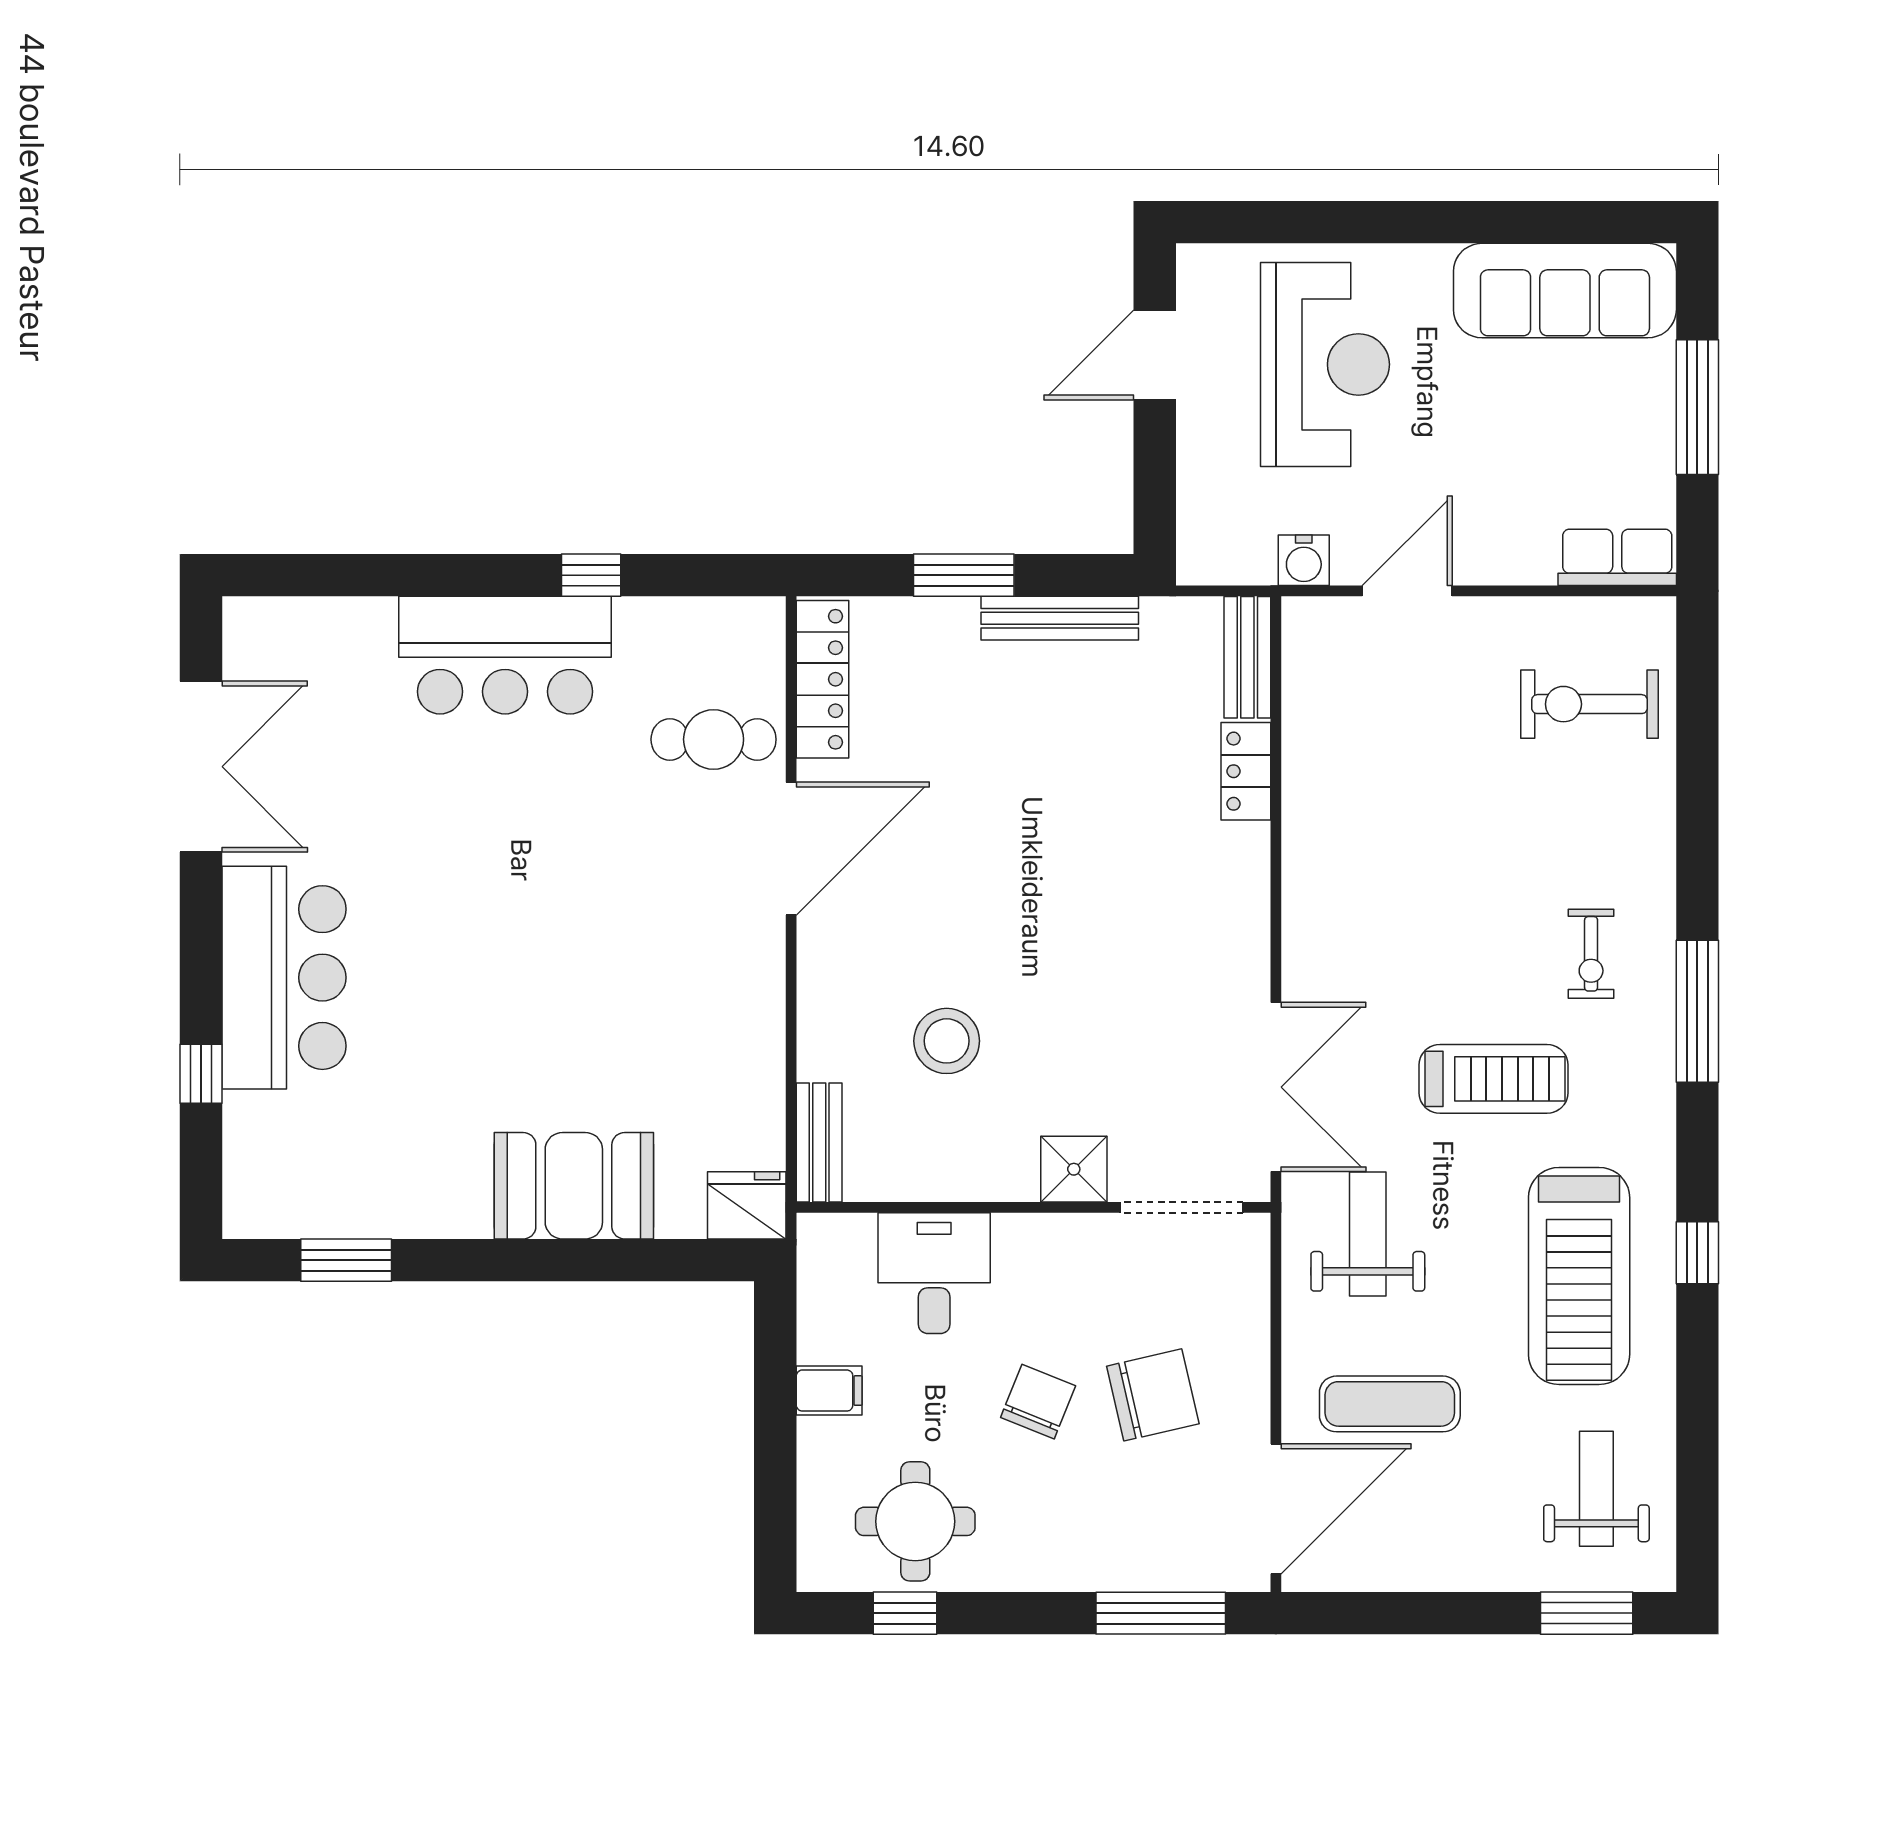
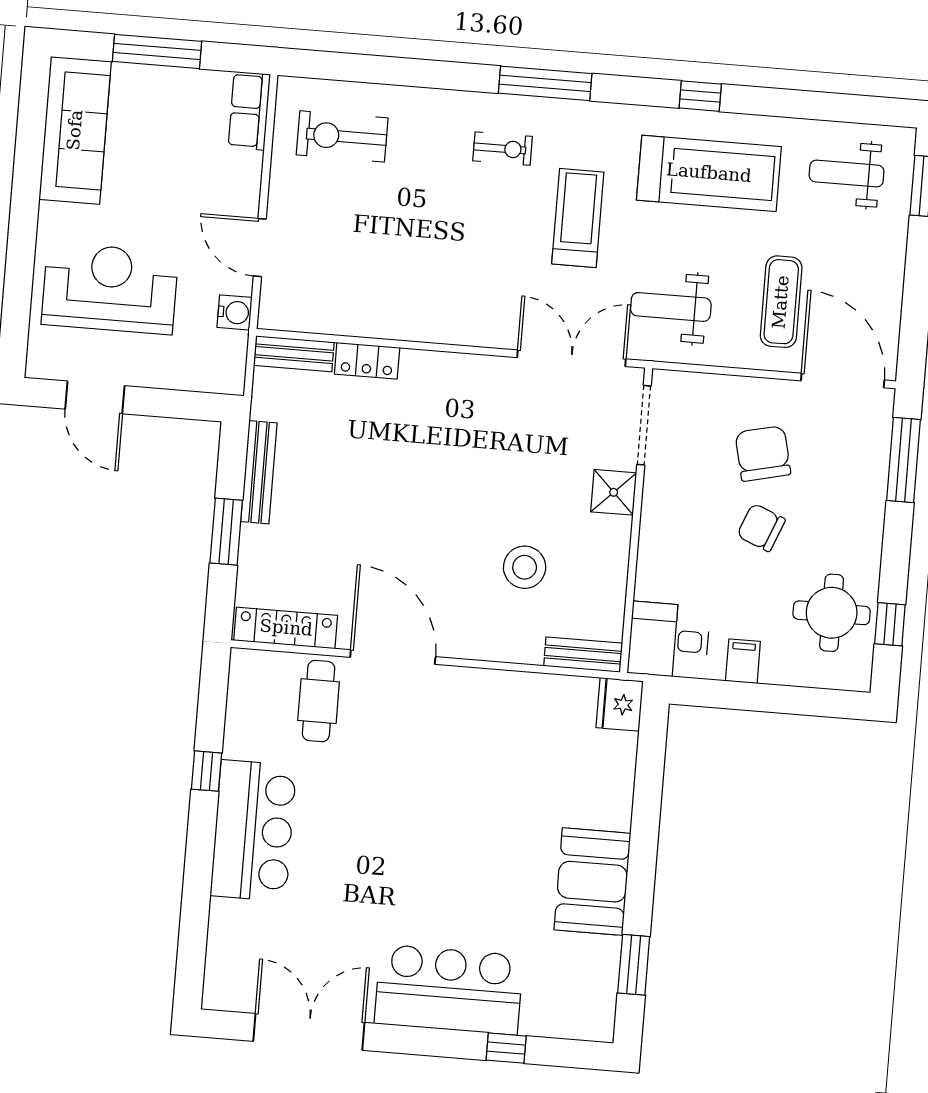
exercise bike: (1590, 704) -> (342, 136), turned 90
booth: (574, 1186) -> (592, 882), moved
desk: (934, 1273) -> (669, 640), moved

